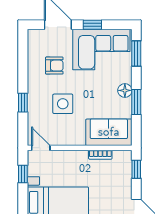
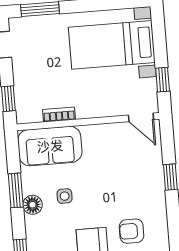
side table: (63, 104) -> (65, 196), moved, width x0.54, depth x0.54

